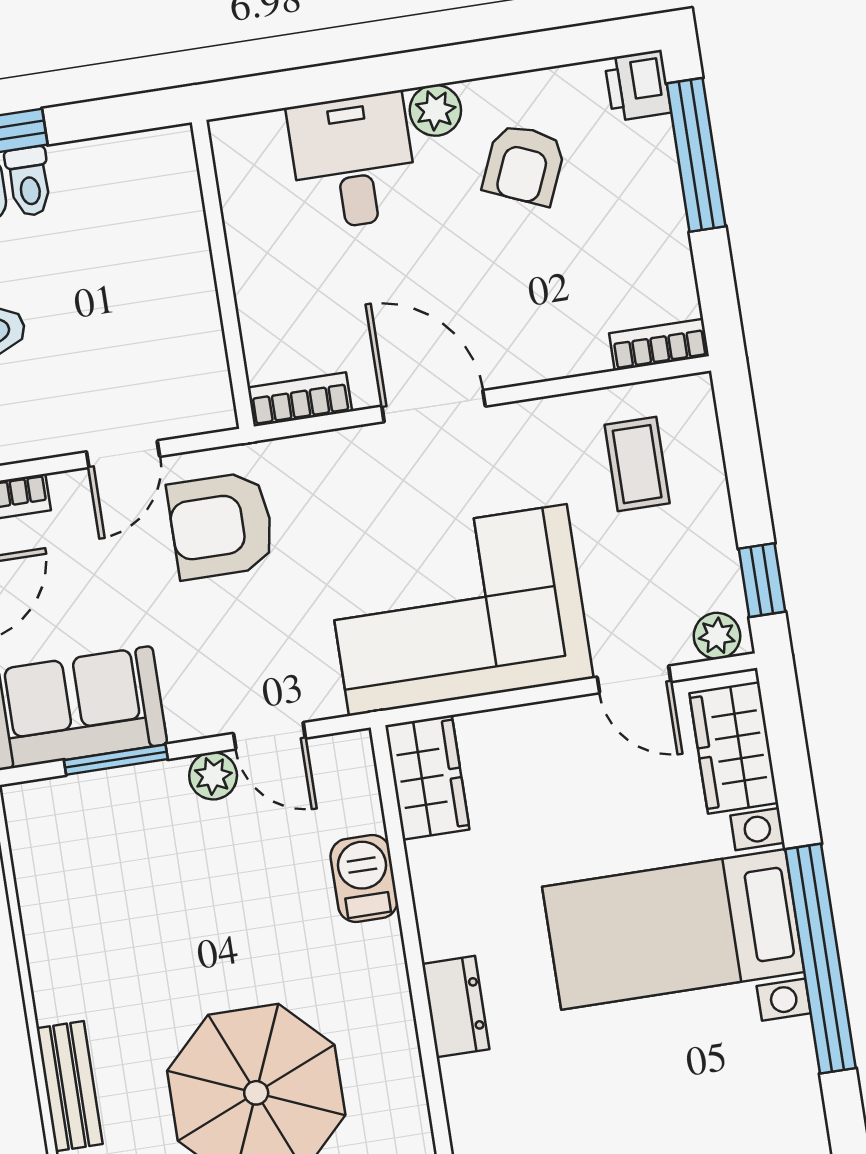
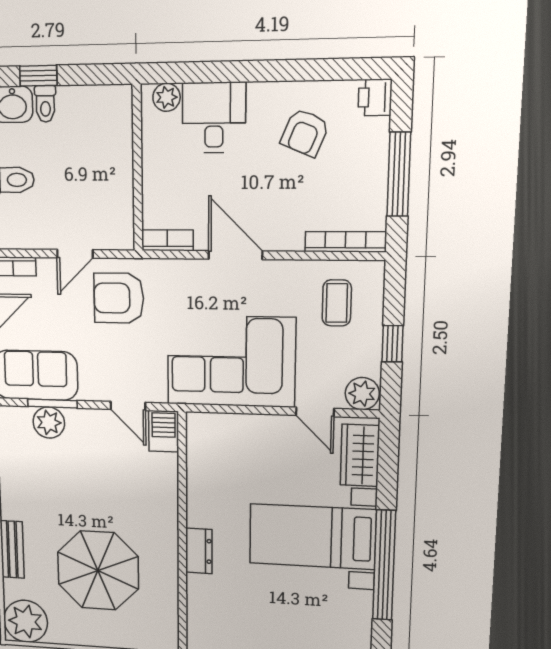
plant: (435, 110) -> (166, 97), moved
window: (696, 155) -> (399, 174), moved
bookcase: (659, 345) -> (346, 242), width x1.56
window: (762, 580) -> (392, 344), moved
plant: (717, 636) -> (362, 394), width x1.38, depth x1.38
plant: (213, 776) -> (49, 423), moved, width x1.38, depth x1.38
wardrobe: (427, 777) -> (202, 441), removed
barbecue: (364, 878) -> (164, 431), moved

